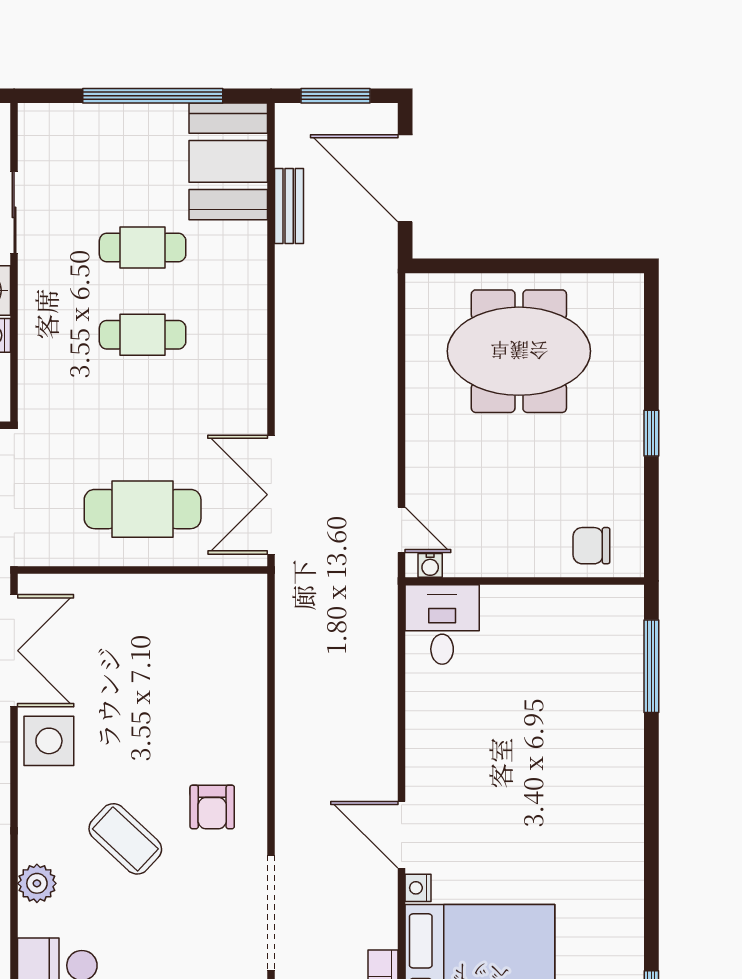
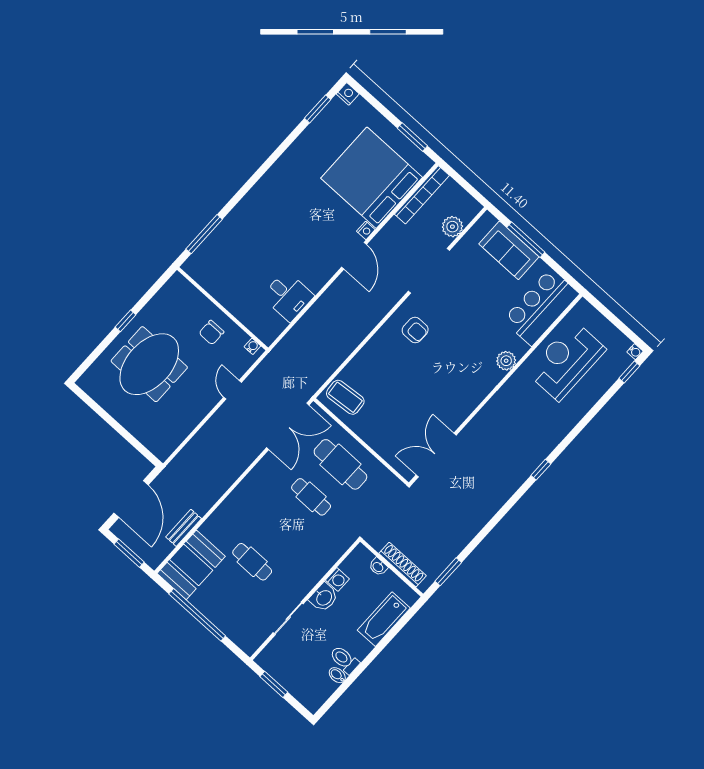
cafe table: (143, 335) -> (311, 497), moved
meeting table: (519, 351) -> (149, 364), moved, turned 90
door: (401, 530) -> (232, 390), moved
chair: (591, 546) -> (211, 333), moved, turned 90
desk: (442, 624) -> (288, 296), moved, turned -90
side table: (49, 741) -> (454, 410), removed
armchair: (212, 807) -> (415, 330), turned 90
coffee table: (125, 839) -> (345, 397), moved, turned -48

